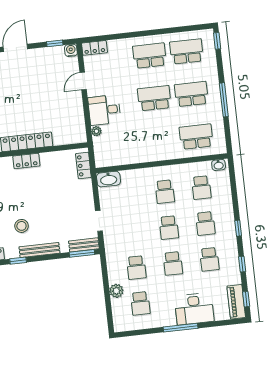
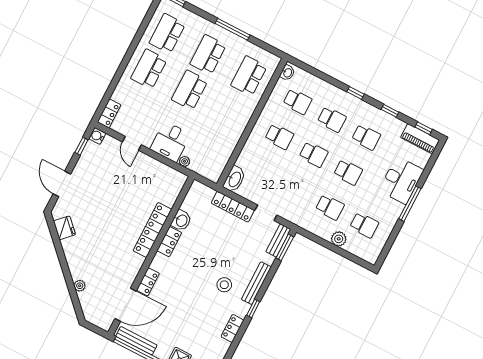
washbasin: (49, 159) -> (181, 221), added
locker: (83, 166) -> (233, 207), moved, width x1.53

